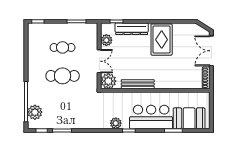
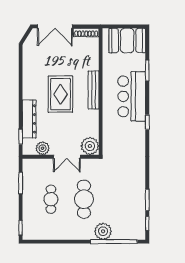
rug: (162, 40) -> (60, 94), moved, turned 90
double door: (99, 61) -> (67, 157), swing flipped
bench: (138, 84) -> (94, 90), moved
plant: (35, 112) -> (103, 231), moved
booth: (189, 118) -> (127, 41), moved, turned 90
plant: (116, 123) -> (139, 137), removed

